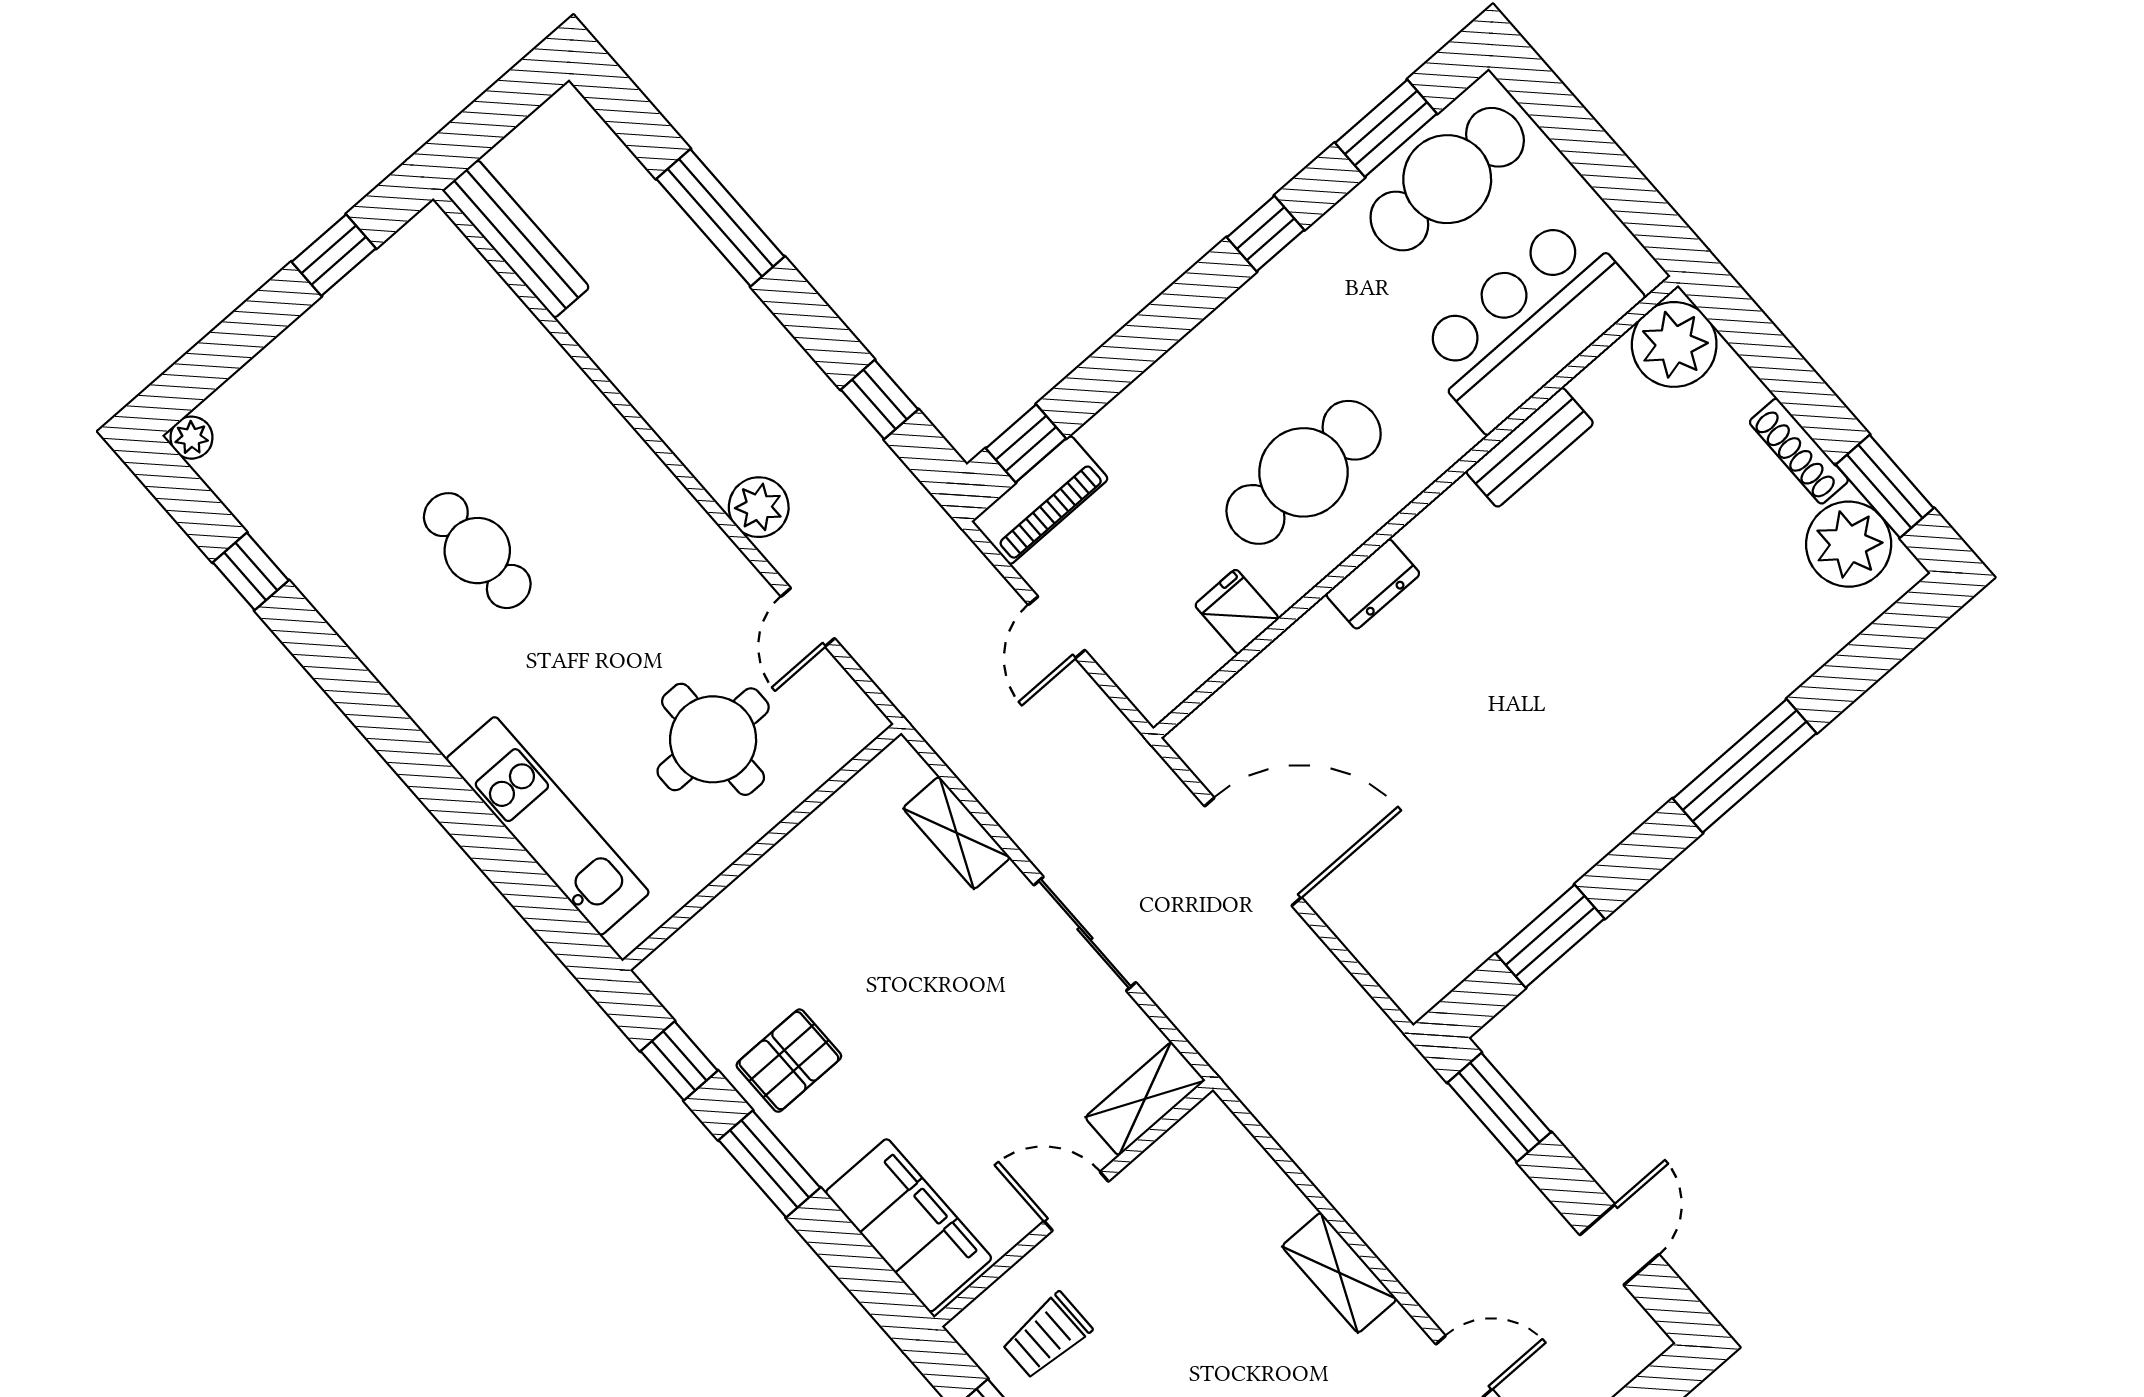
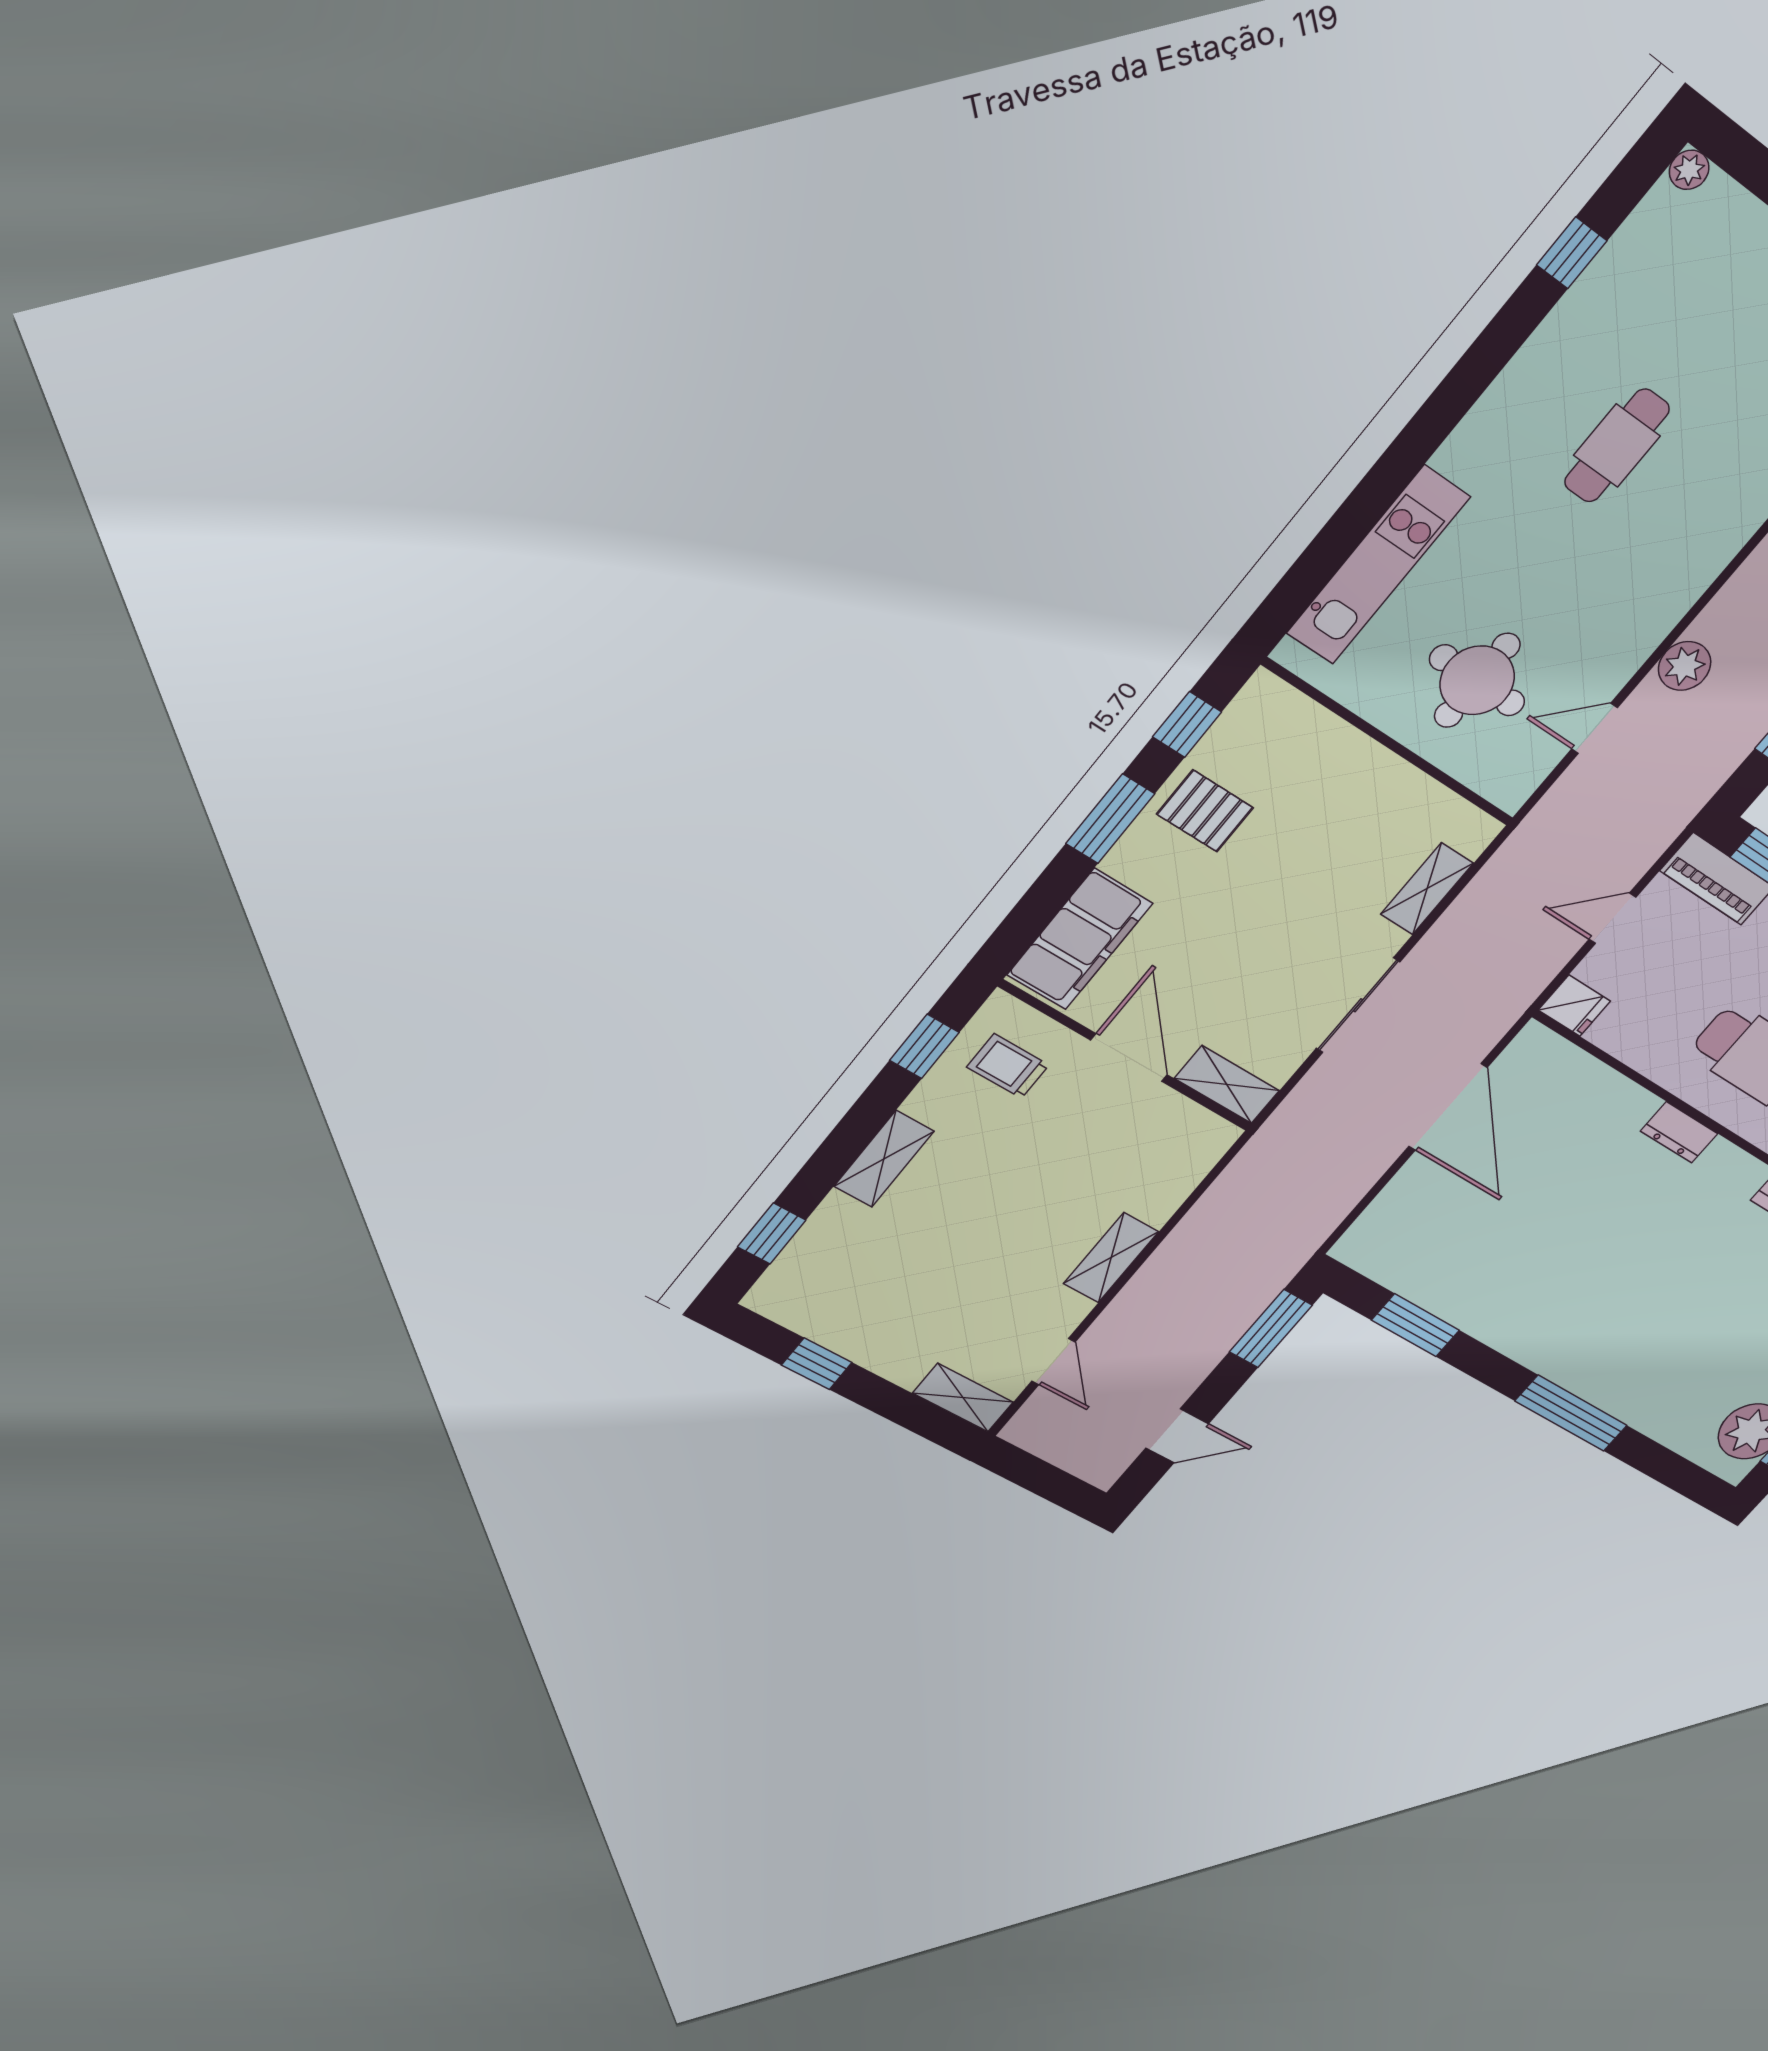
fridge: (1237, 612) -> (1574, 1006), moved, turned 90
door: (1076, 1201) -> (1129, 1058), width x1.38

